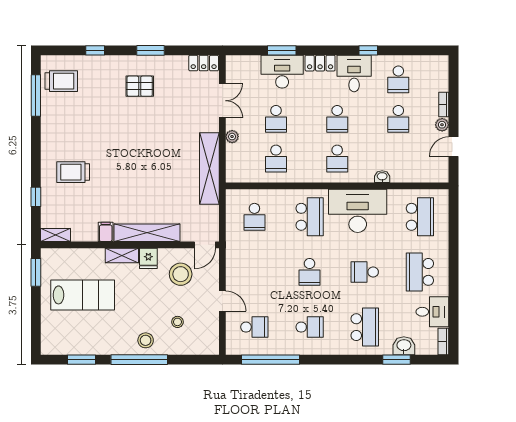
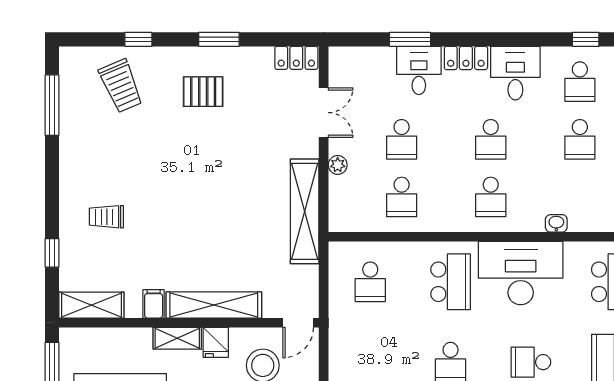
window: (368, 50) -> (586, 39), moved
desk: (282, 72) -> (419, 71), width x0.73
trolley: (61, 81) -> (121, 86), moved, turned 67
trolley: (73, 172) -> (106, 217), width x0.73, depth x0.72
shelving: (56, 235) -> (91, 305), width x1.50, depth x1.33

